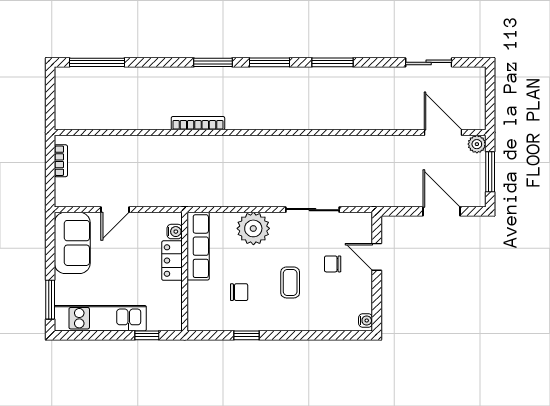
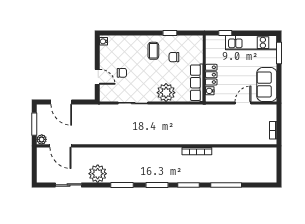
window: (97, 62) -> (226, 185), moved
plant: (376, 83) -> (98, 174), added
coffee table: (290, 282) -> (153, 51), moved

